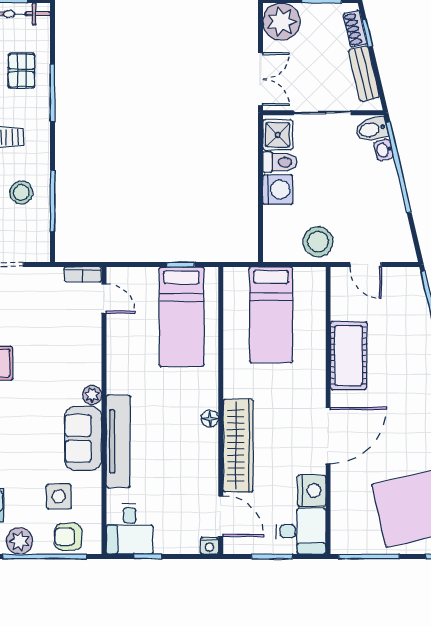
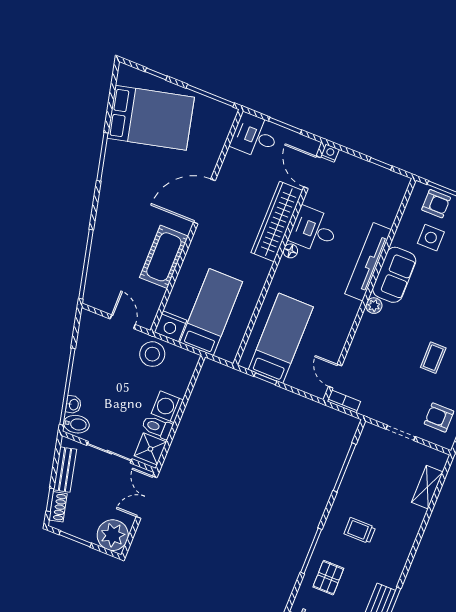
stool: (21, 192) -> (366, 484), removed
nightstand: (312, 491) -> (171, 326), moved, turned -90
desk: (130, 529) -> (314, 230), moved, turned -90

